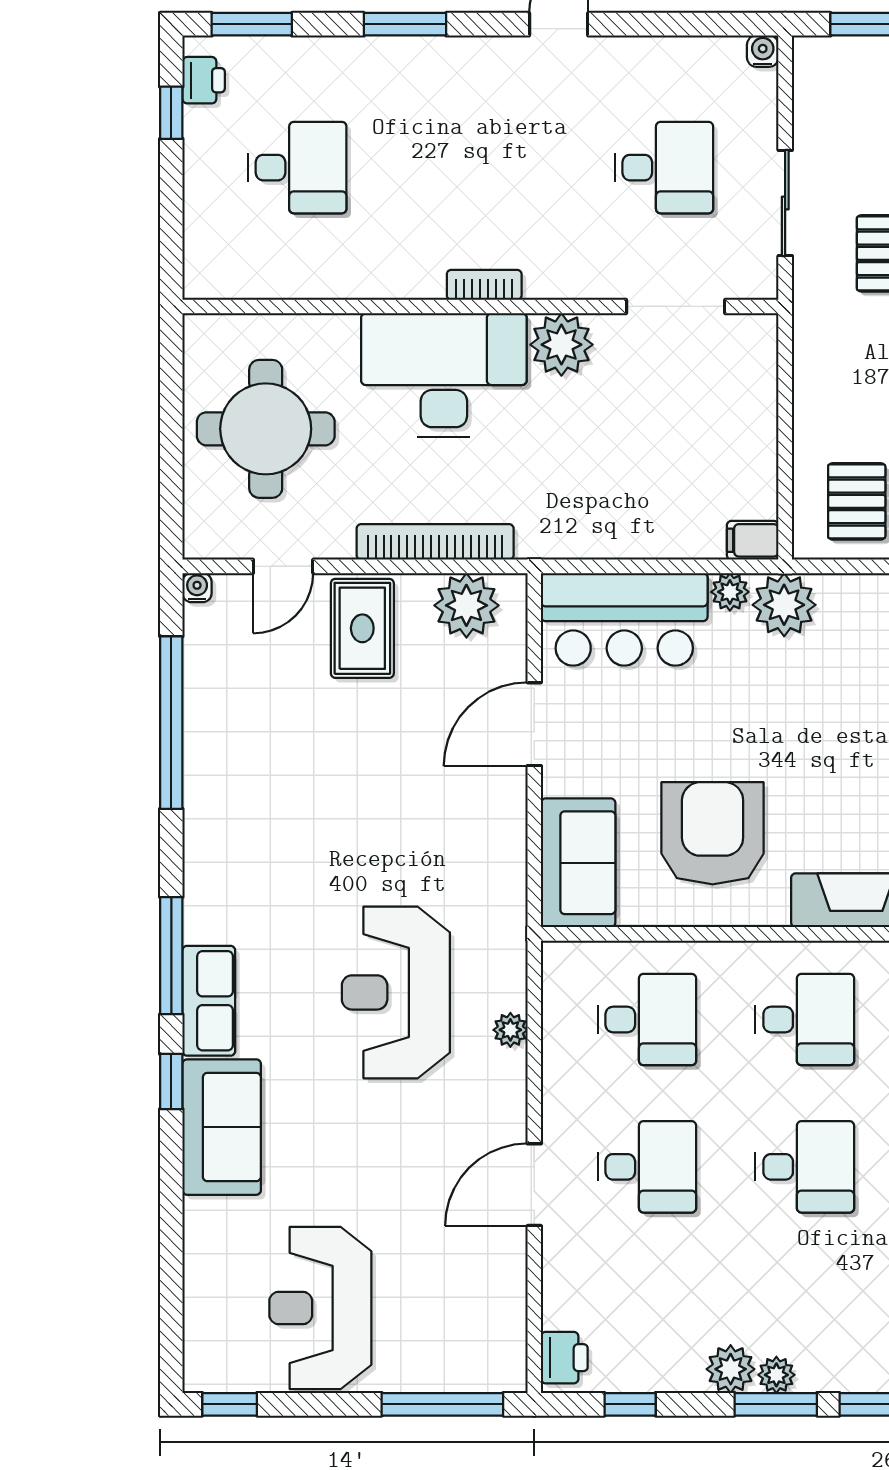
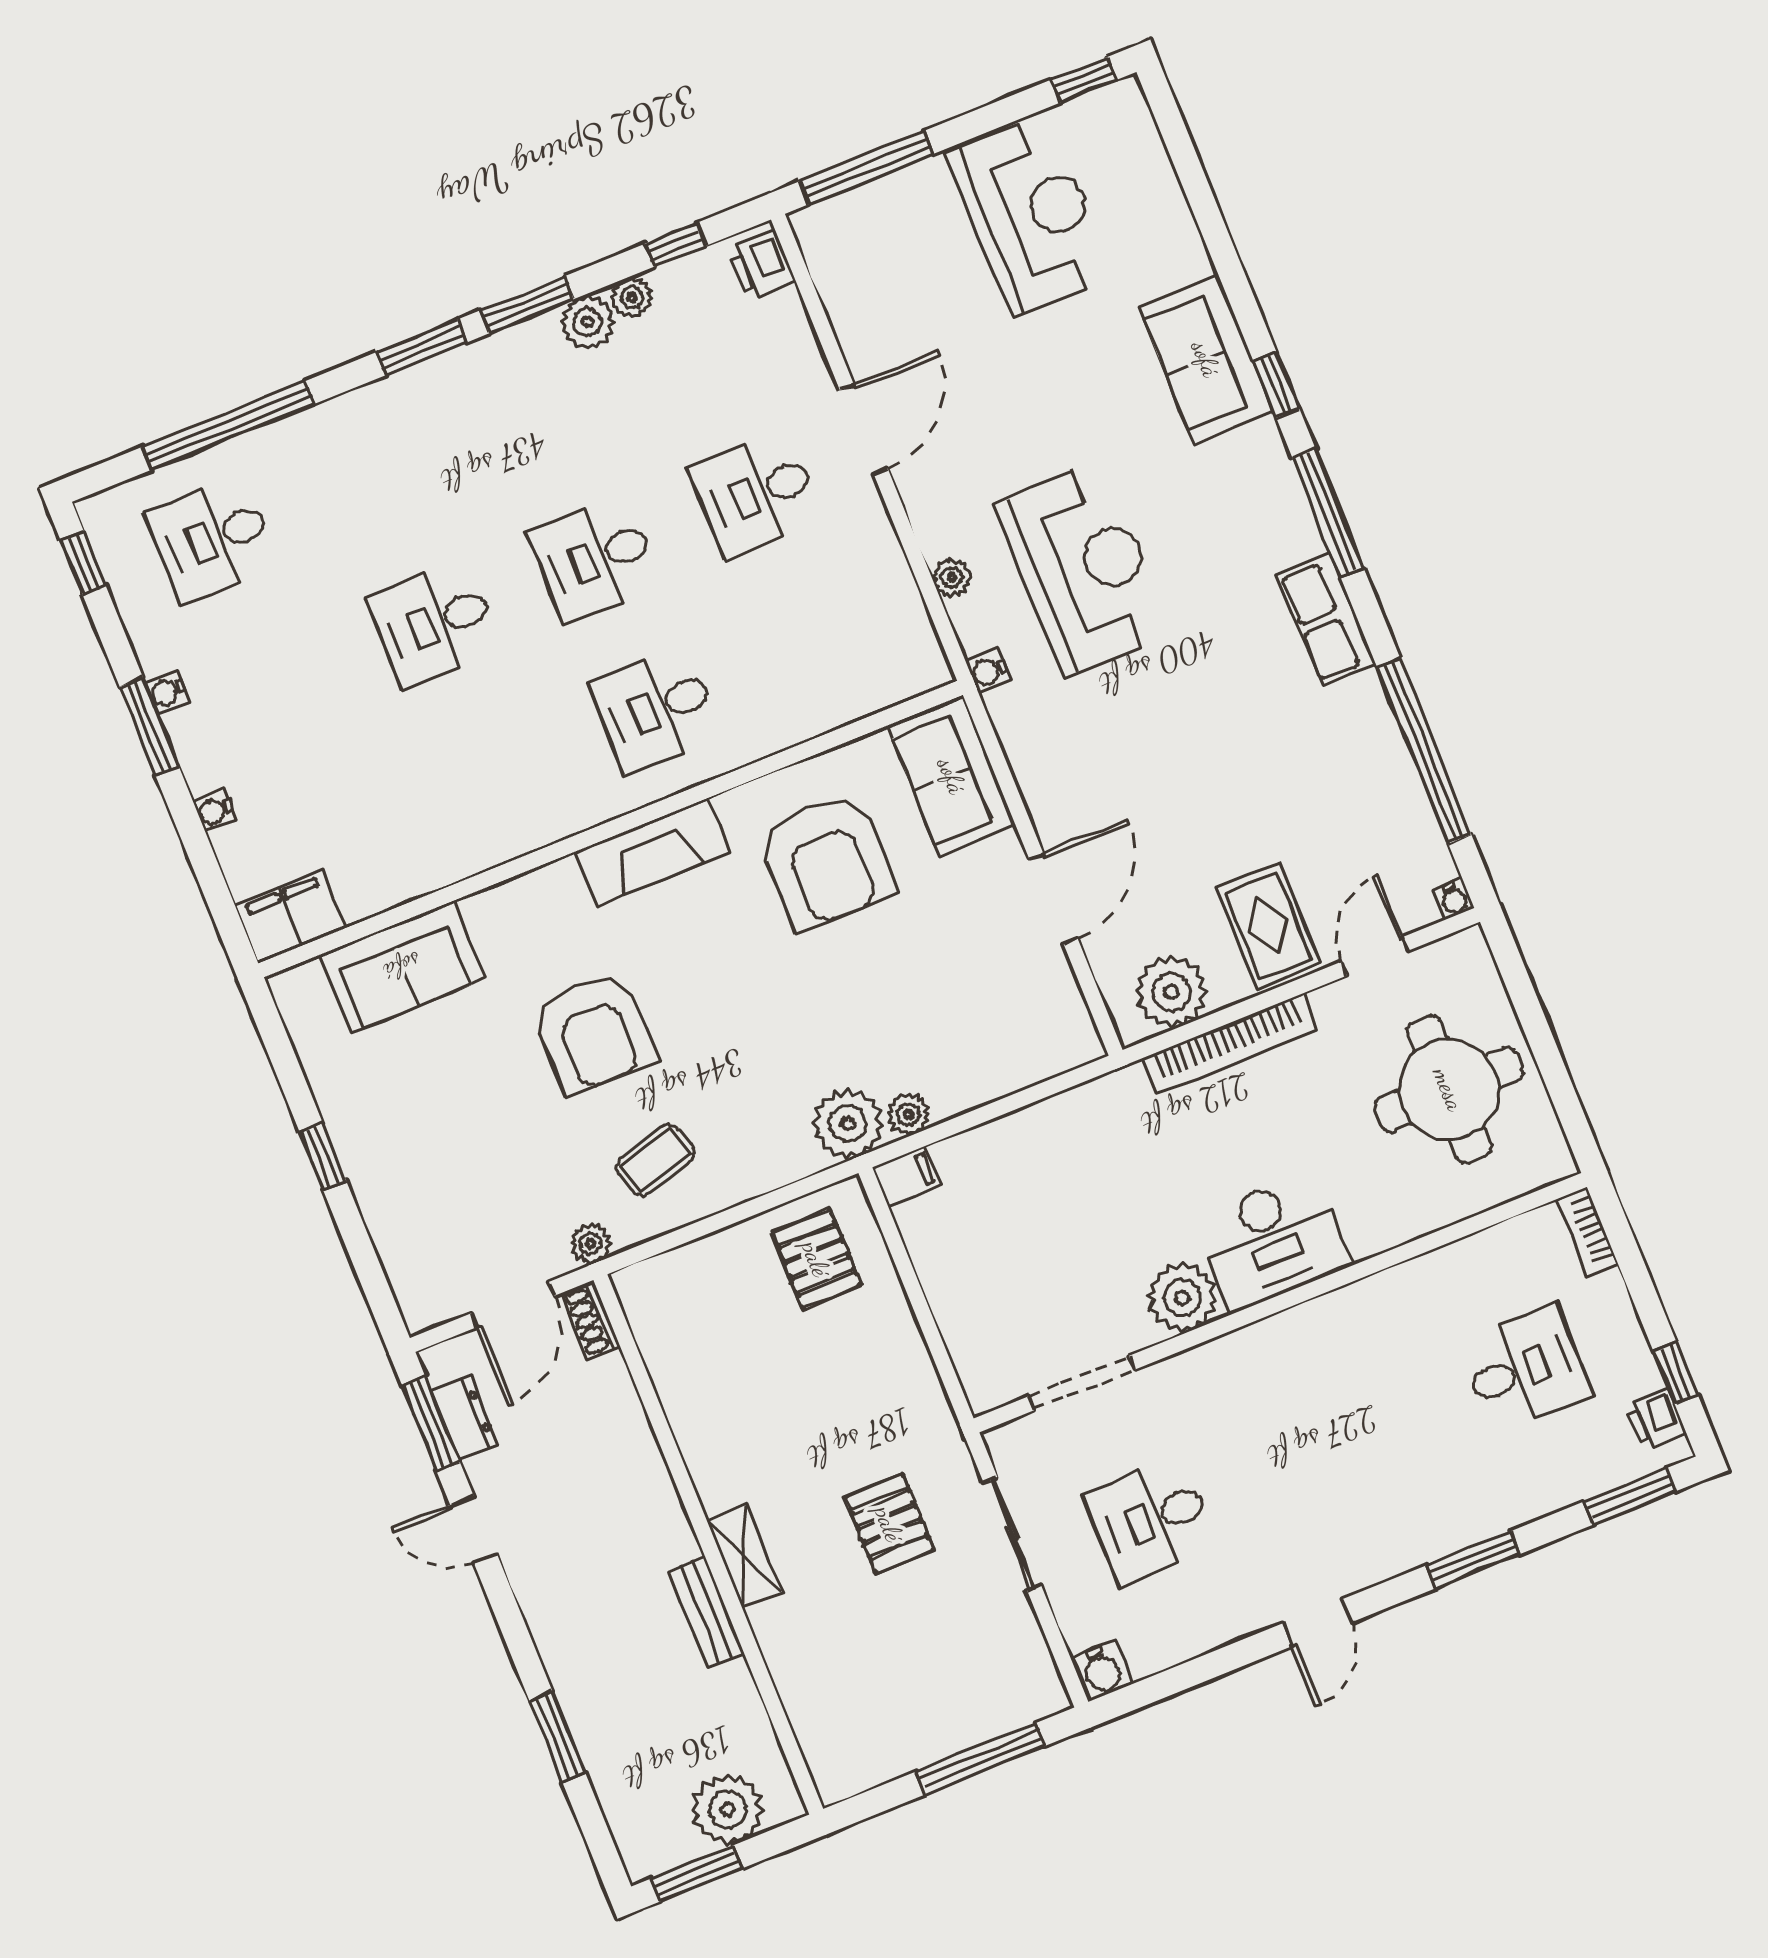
water cooler: (763, 51) -> (1101, 1671), width x1.38, depth x1.38
desk: (297, 168) -> (1525, 1369), turned 180
bookcase: (484, 285) -> (1587, 1231), moved, turned 90
desk: (444, 375) -> (1273, 1241), width x0.73, depth x0.77
bar counter: (624, 619) -> (1005, 1043), removed
water cooler: (511, 939) -> (988, 671), added
row of seats: (209, 1001) -> (1327, 619), moved
desk: (647, 1020) -> (817, 644), removed
plant: (776, 1375) -> (632, 297), moved

